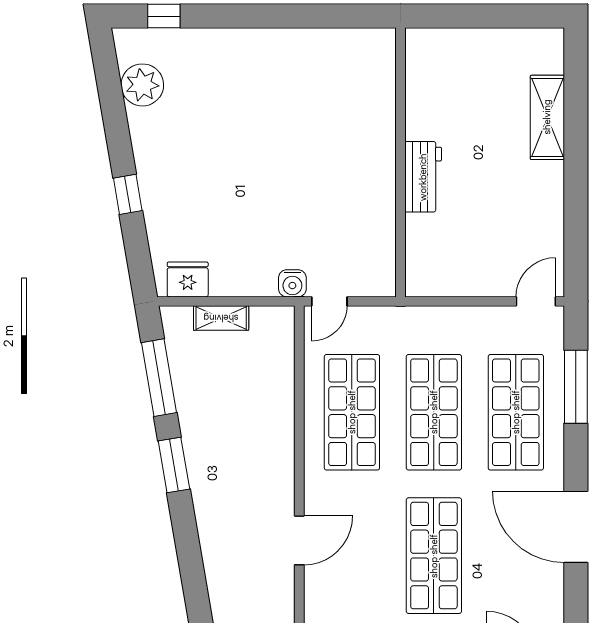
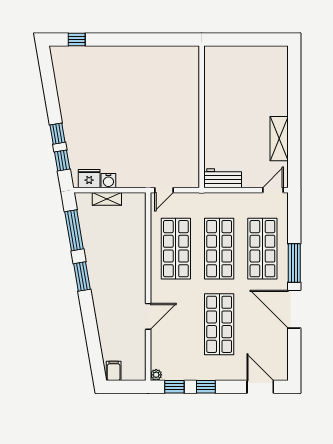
plant: (142, 85) -> (65, 76), removed
shelving: (547, 117) -> (279, 139), moved
workbench: (423, 177) -> (223, 178), moved, turned -90
window: (136, 245) -> (62, 160), added
water cooler: (292, 283) -> (108, 181), moved
window: (576, 387) -> (294, 263), moved

